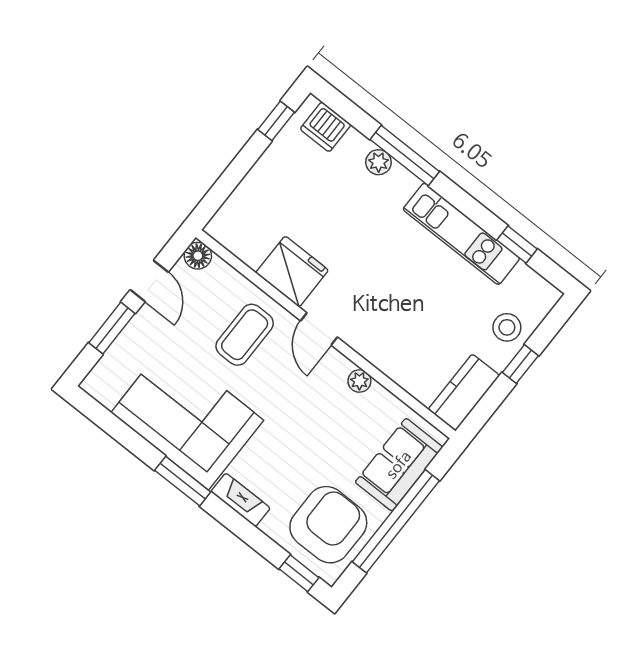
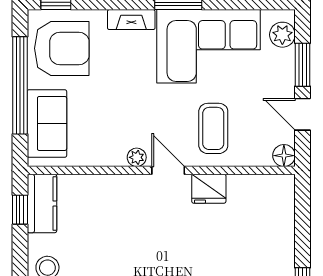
fridge: (292, 271) -> (209, 189), width x0.73, depth x0.75
window: (520, 364) -> (20, 210), moved
plant: (108, 372) -> (282, 35), added
plant: (359, 381) -> (137, 157), moved
armchair: (328, 525) -> (62, 48), turned -90

